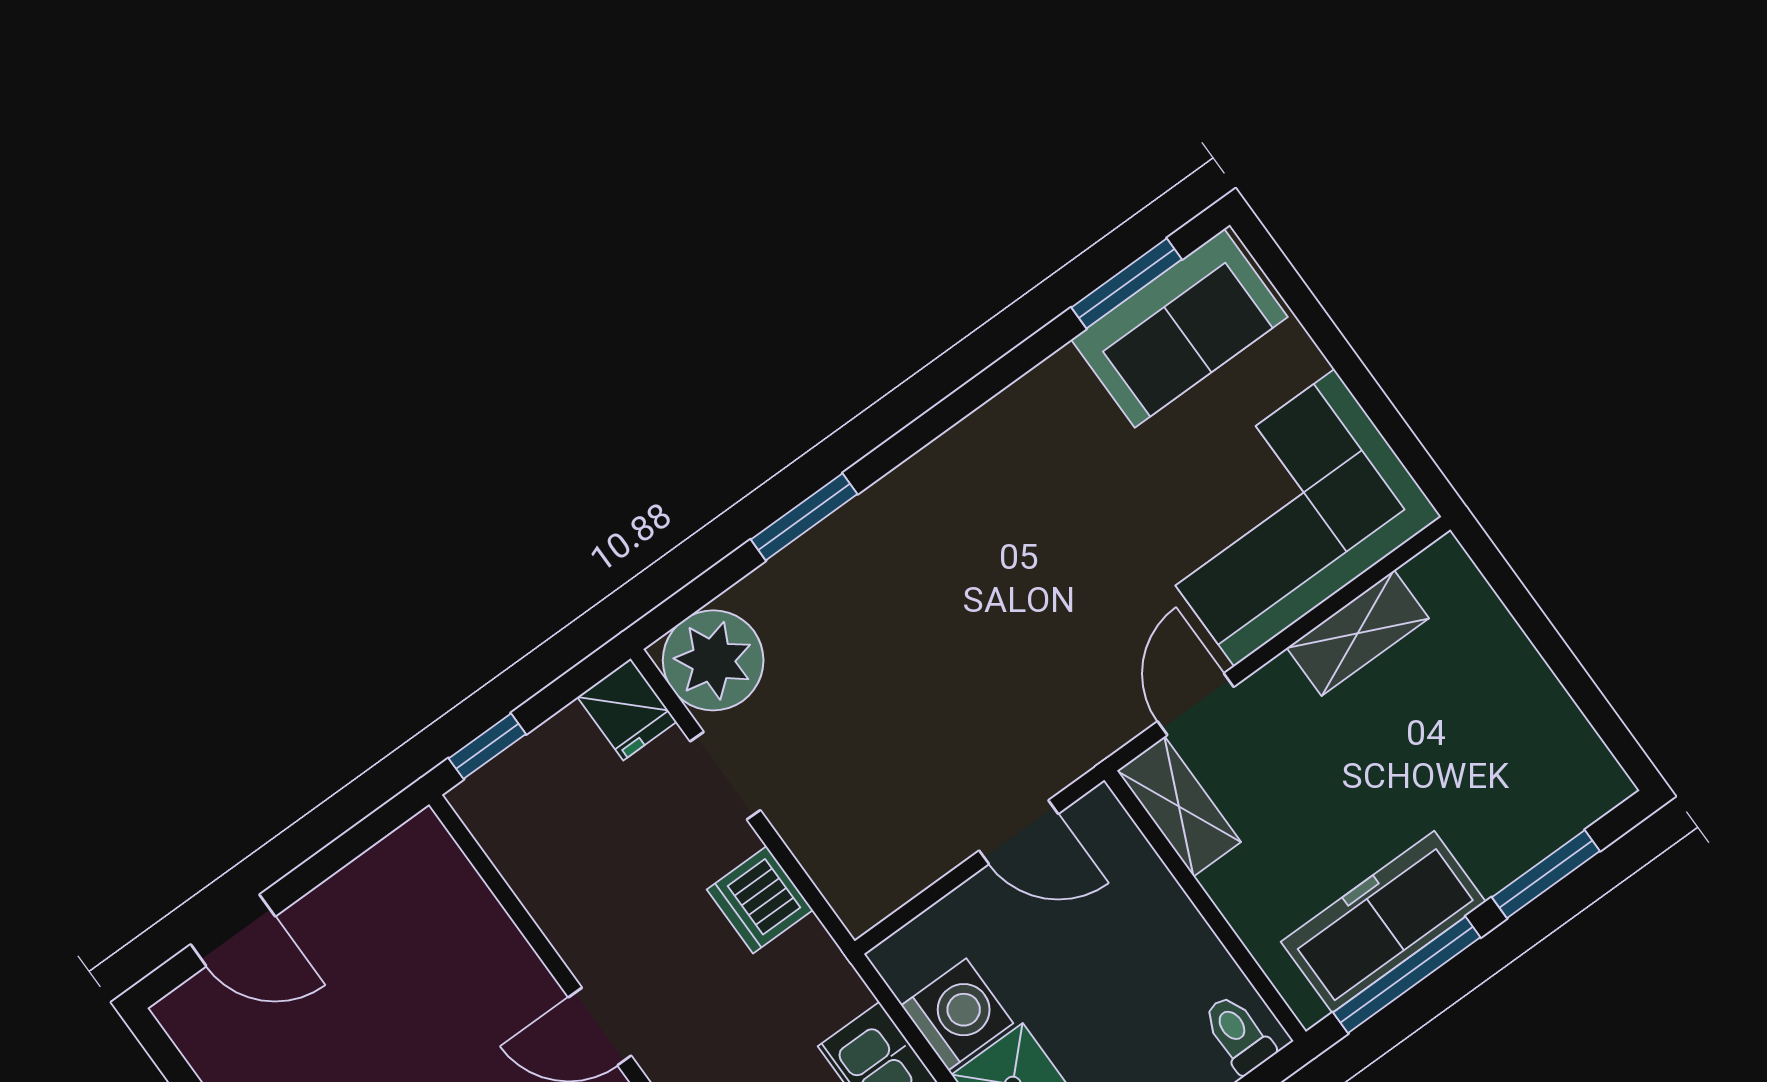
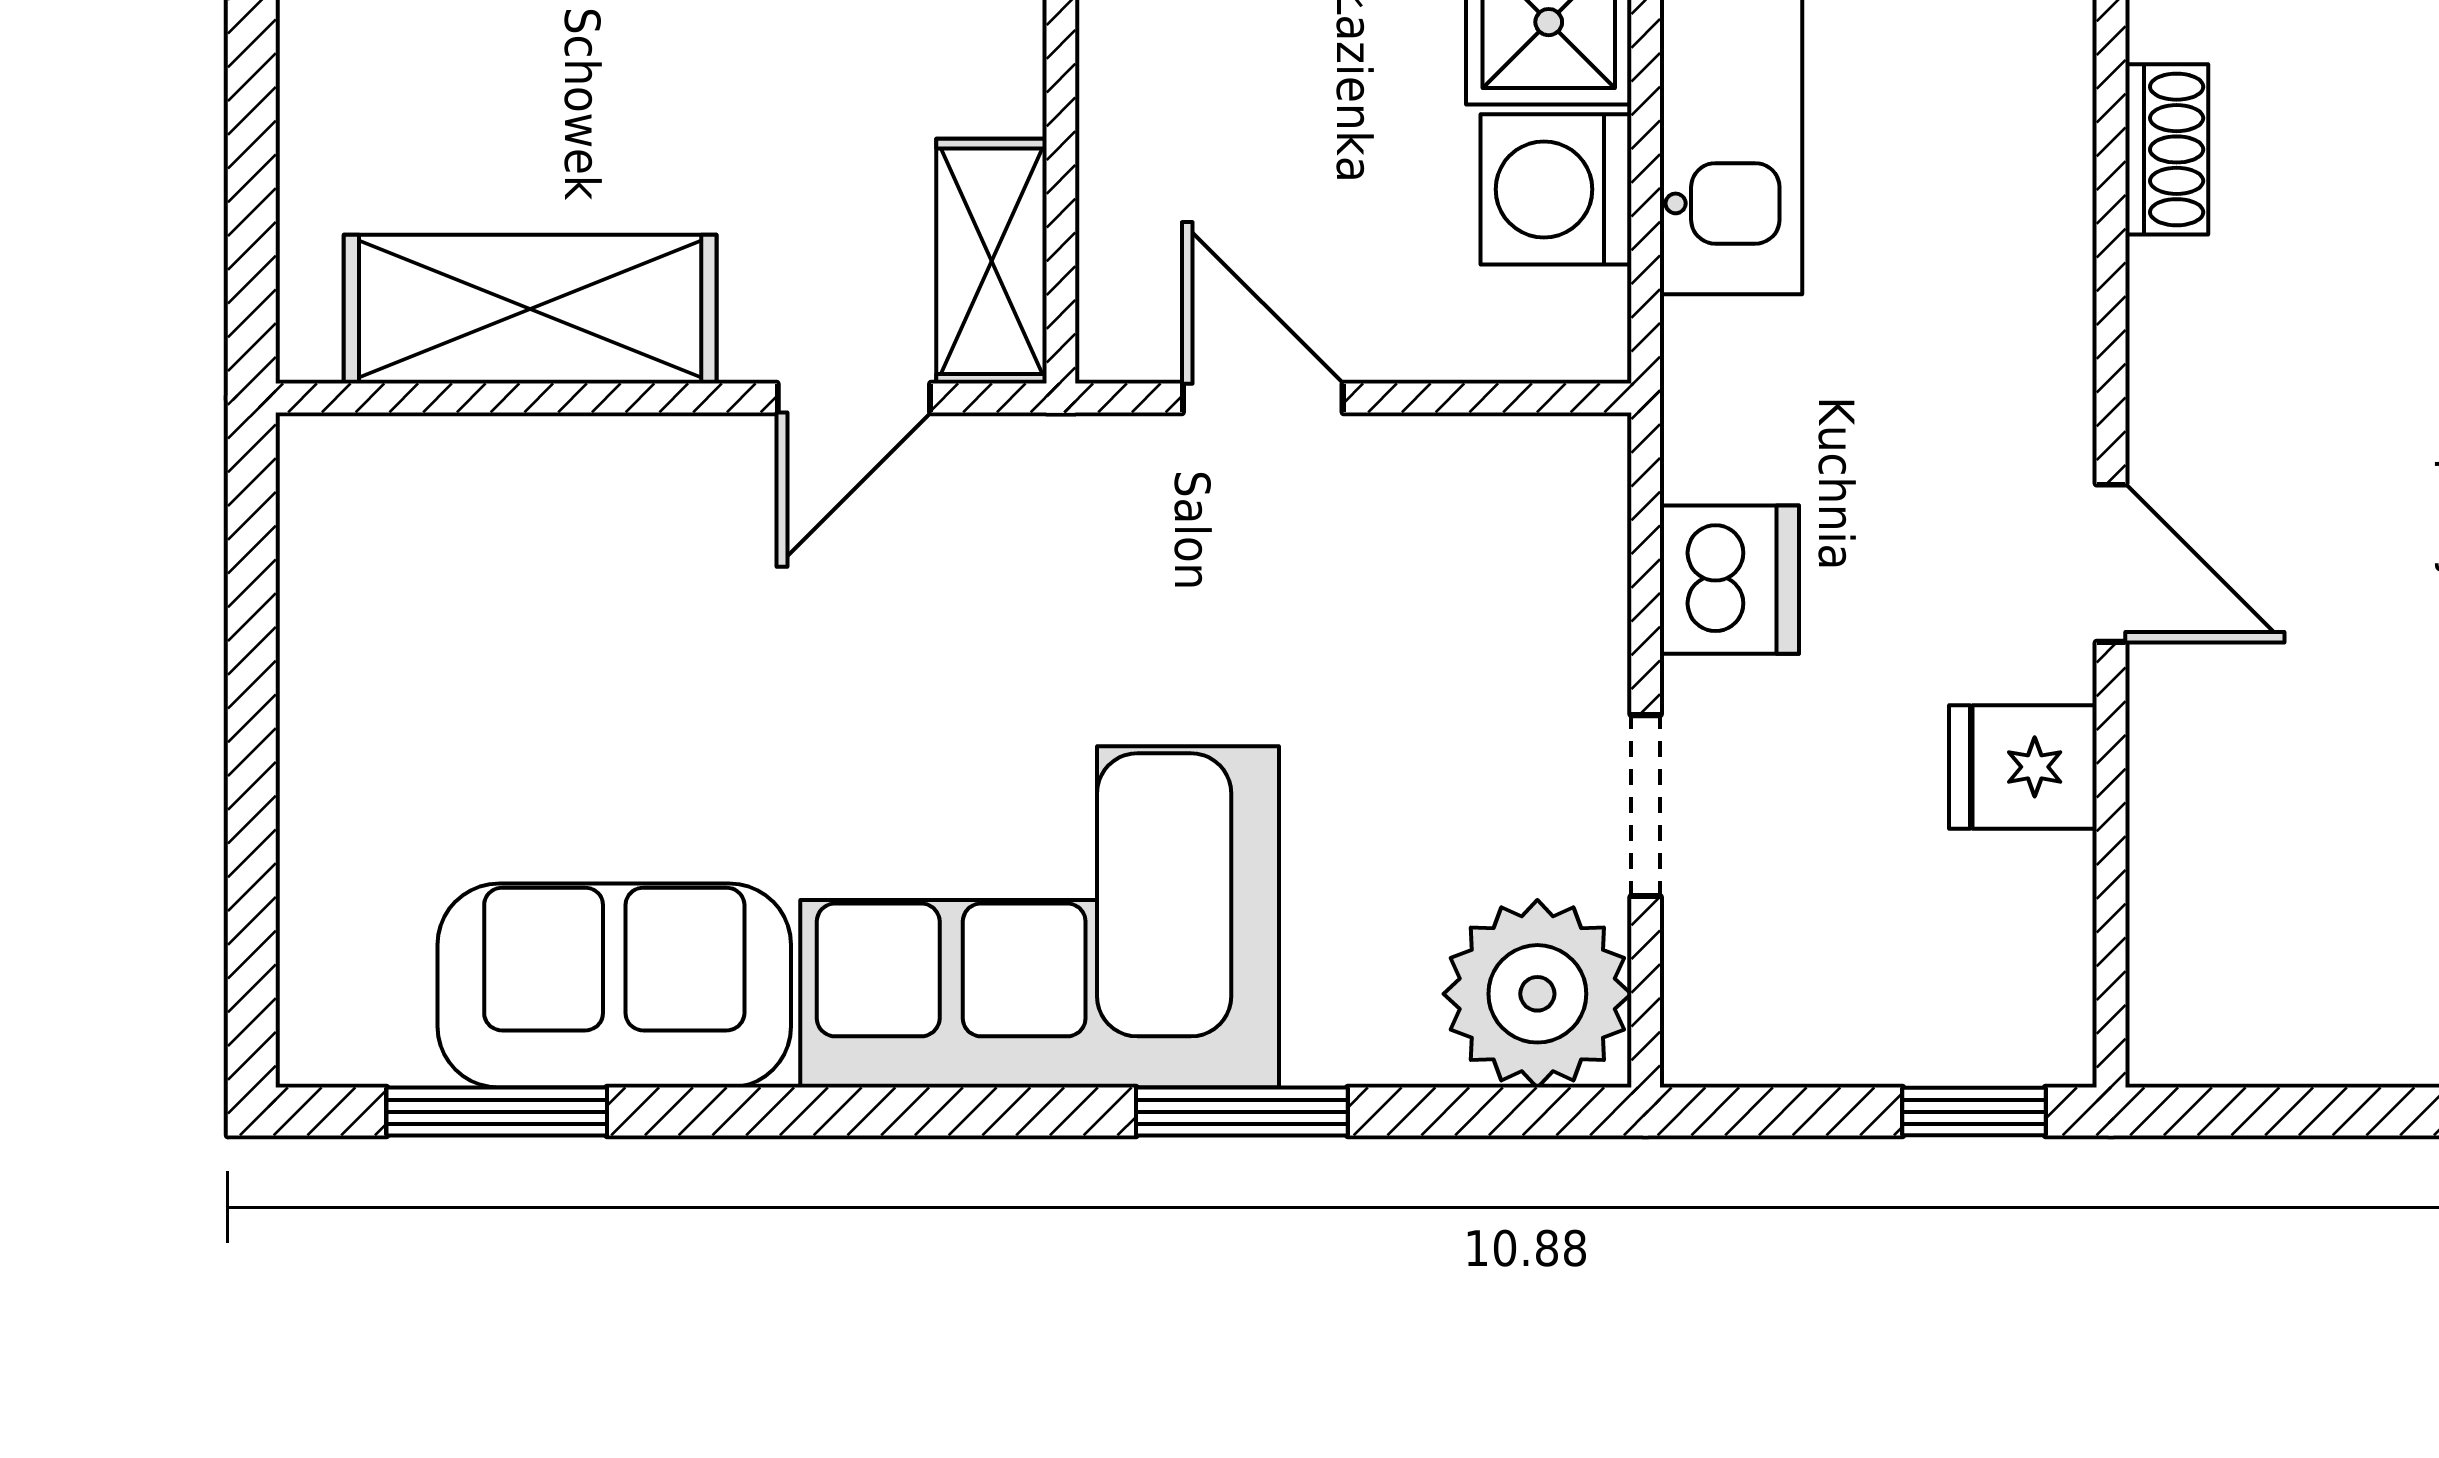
sofa: (1179, 328) -> (614, 986), moved
corner sofa: (1284, 518) -> (1040, 917), moved, turned 180
shelving: (1358, 633) -> (530, 309), width x1.50, depth x1.33
fridge: (627, 709) -> (2023, 767), moved, turned -90

